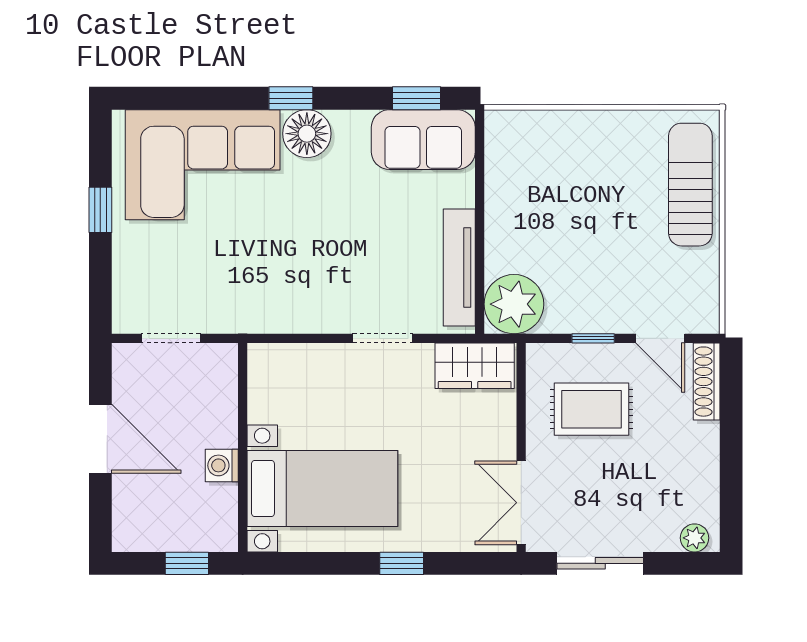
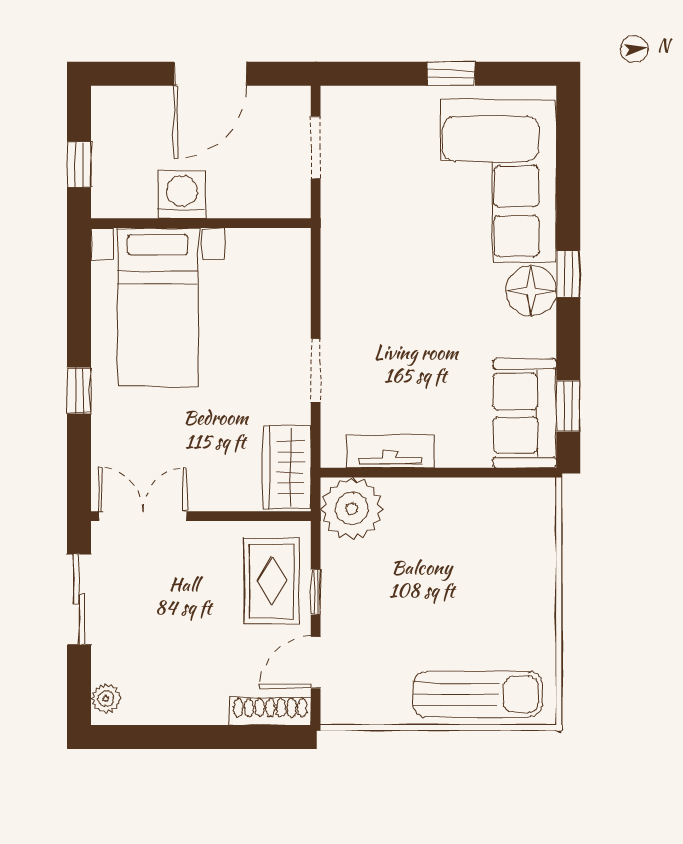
tv unit: (459, 267) -> (390, 451), width x0.71
rug: (592, 409) -> (272, 581), moved
washing machine: (222, 465) -> (182, 195), width x1.38, depth x1.38

